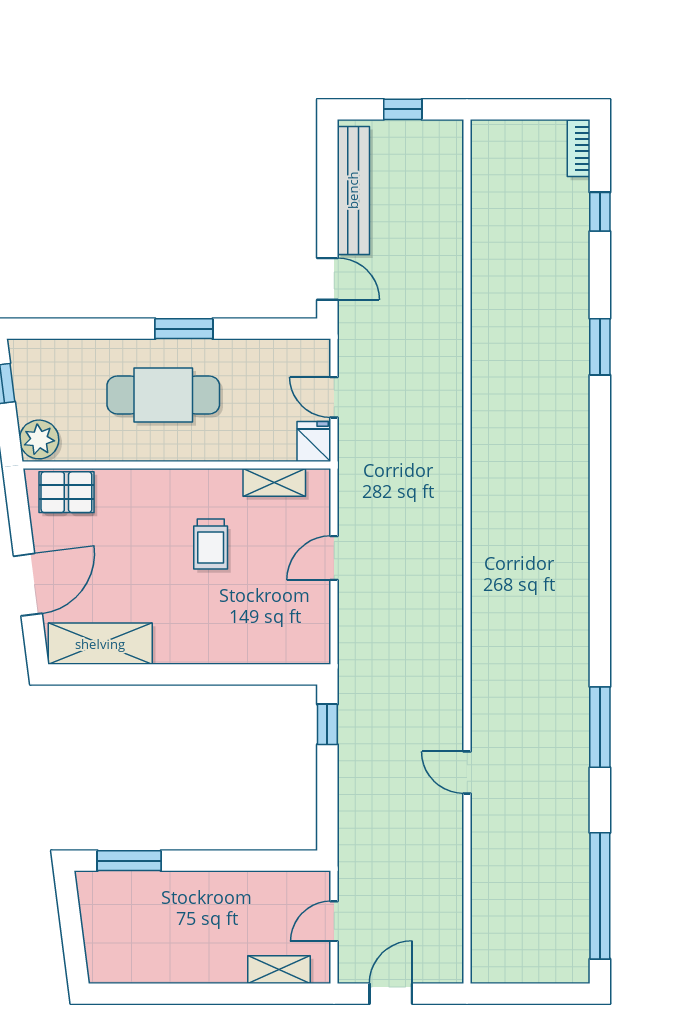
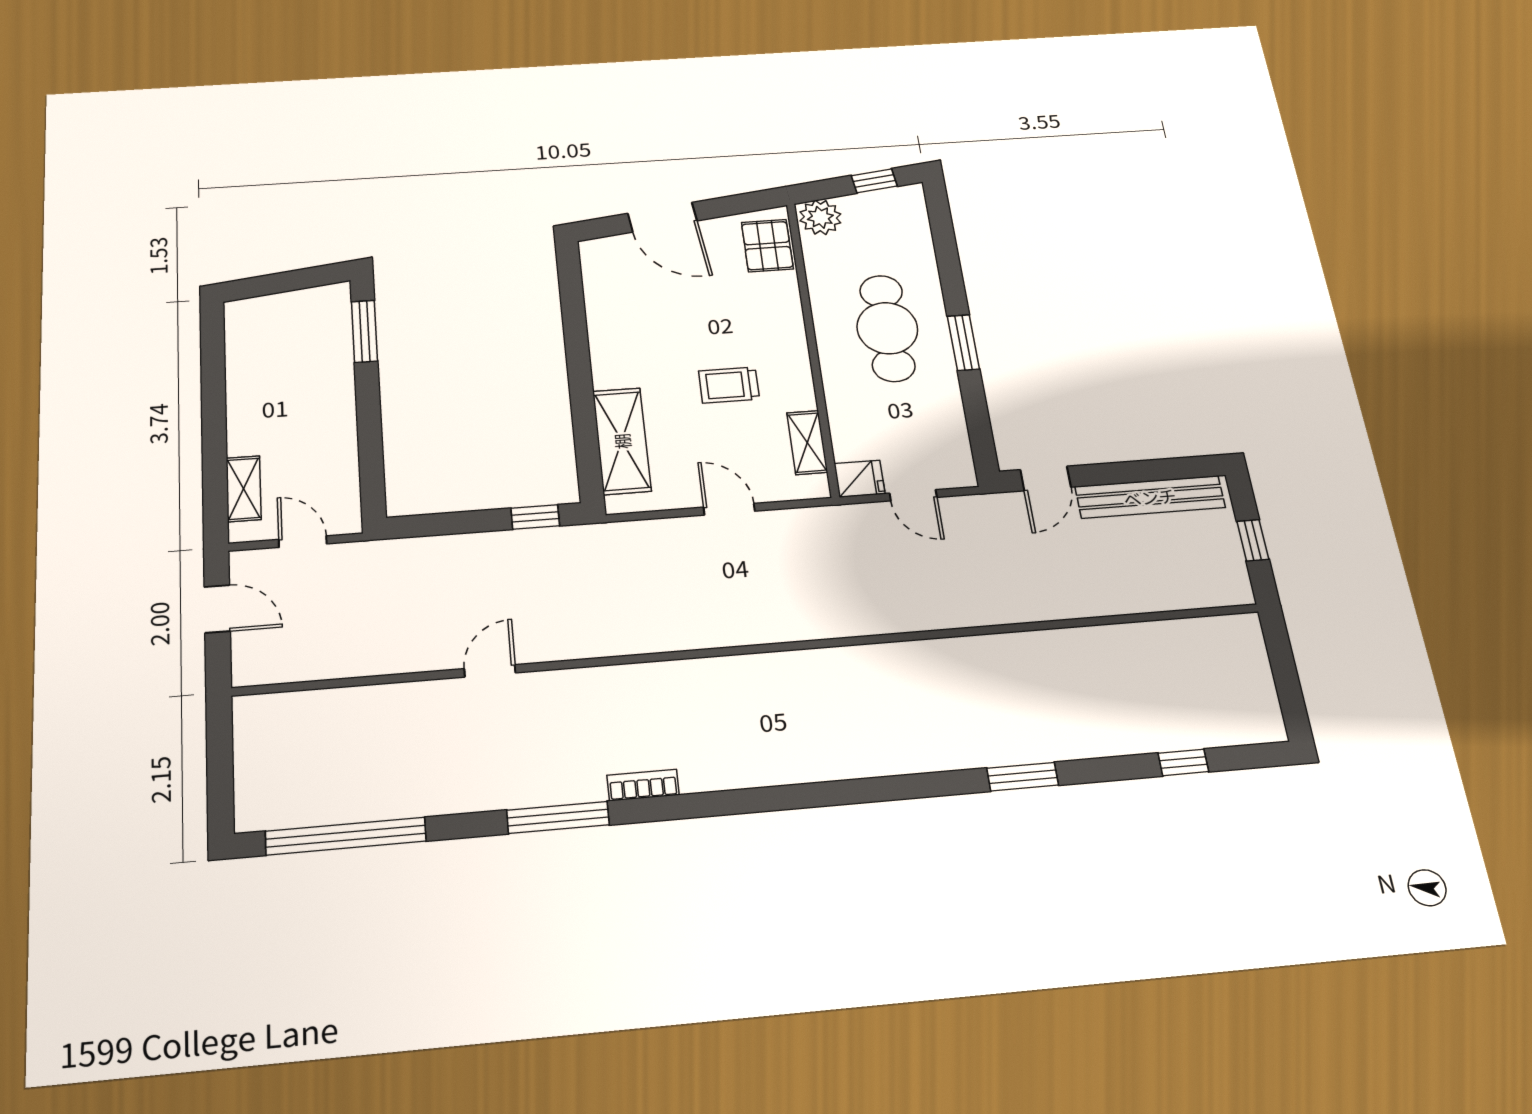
bookcase: (579, 148) -> (643, 785), moved
door: (334, 397) -> (913, 495), swing flipped
shelving: (100, 644) -> (622, 441), moved

